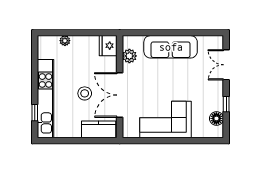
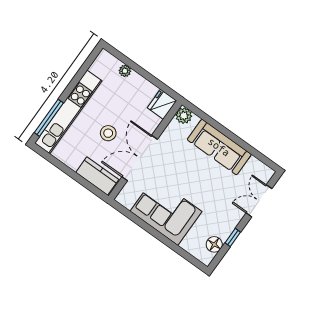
plant: (129, 56) -> (184, 116), moved
window: (35, 113) -> (49, 118), width x2.17

